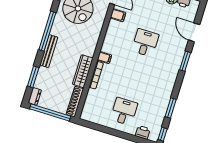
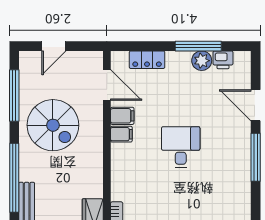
filing cabinet: (104, 58) -> (121, 134), moved
window: (185, 61) -> (256, 157), width x1.44

